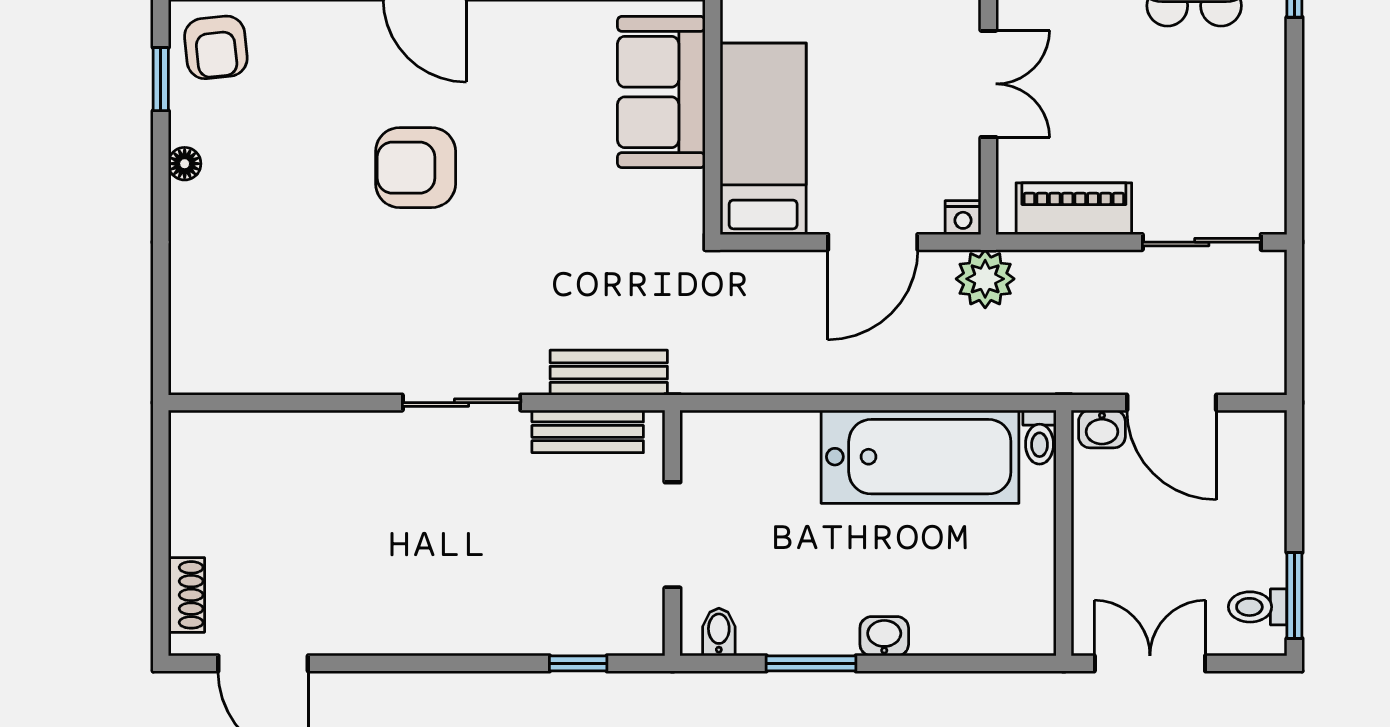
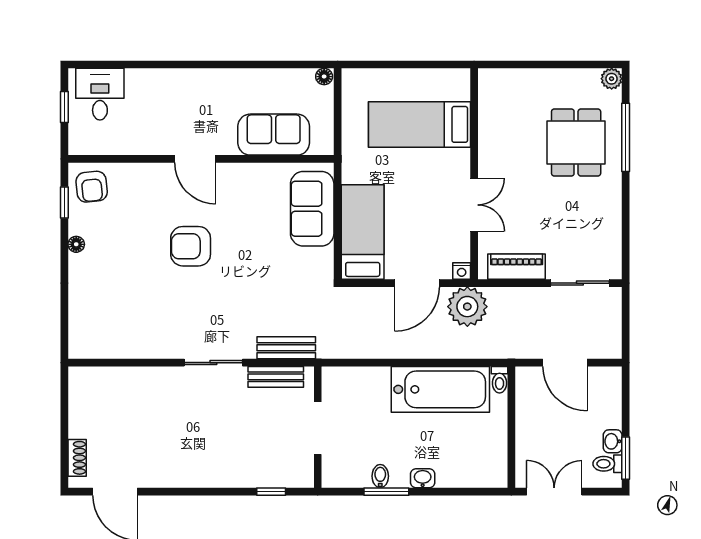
plant: (985, 279) -> (467, 307), width x1.36, depth x1.36
washbasin: (1102, 429) -> (613, 441), moved, turned 90
bidet: (719, 632) -> (380, 476), moved

